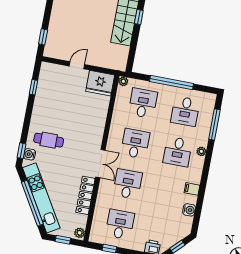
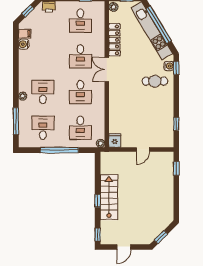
fridge: (100, 83) -> (115, 140), width x0.53, depth x0.75
filing cabinet: (192, 189) -> (25, 34), moved

